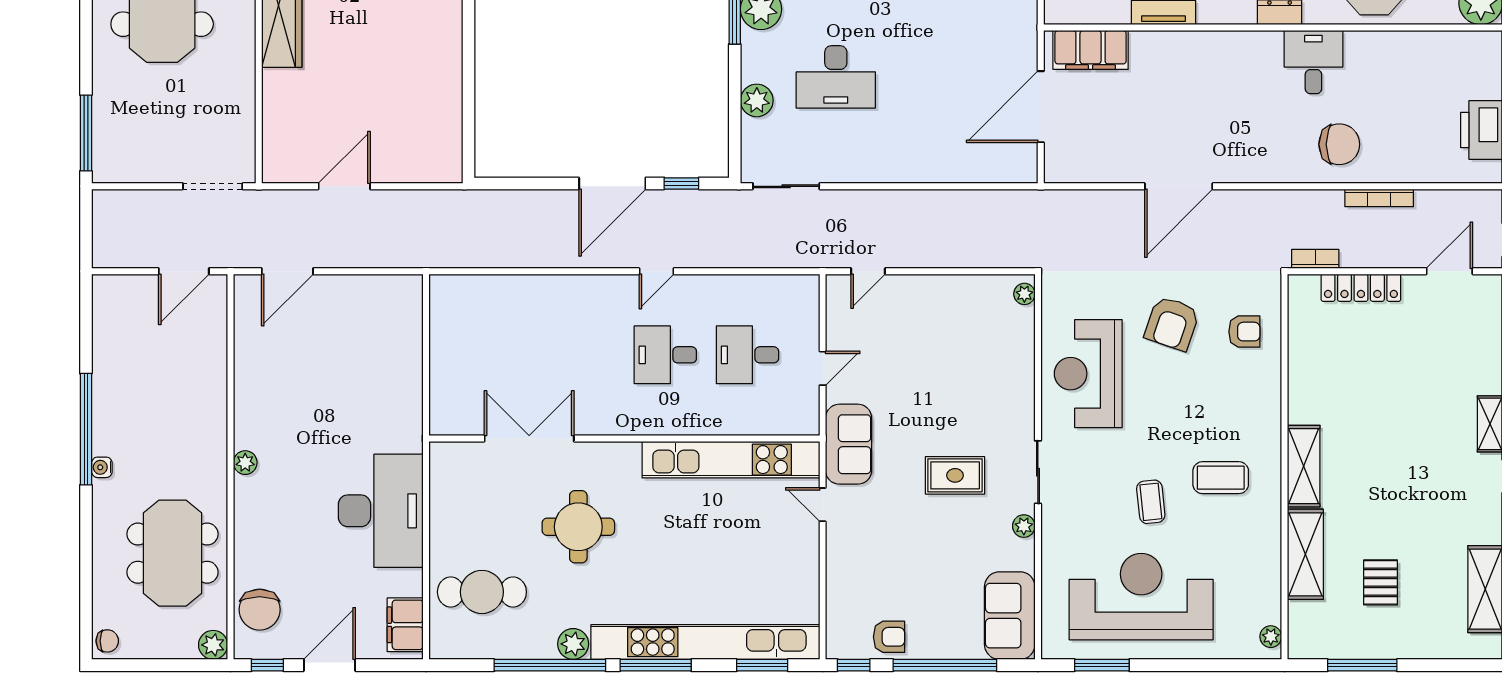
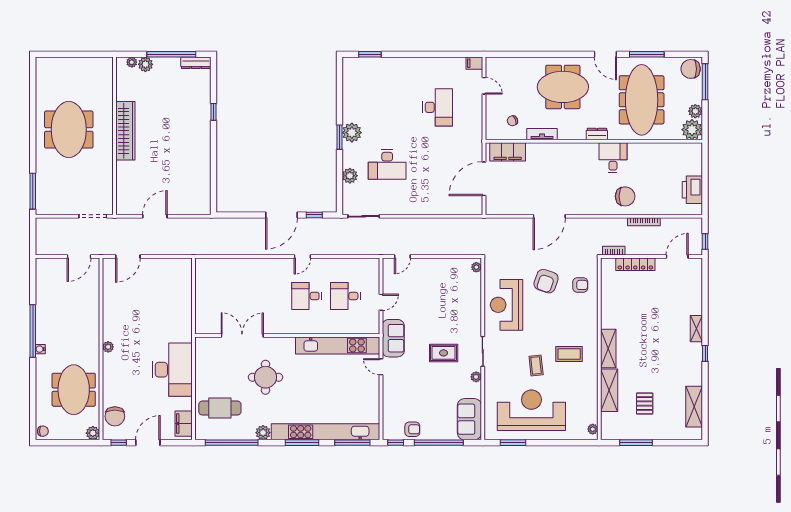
window: (550, 665) -> (232, 443), moved
window: (762, 665) -> (352, 443), width x1.44

